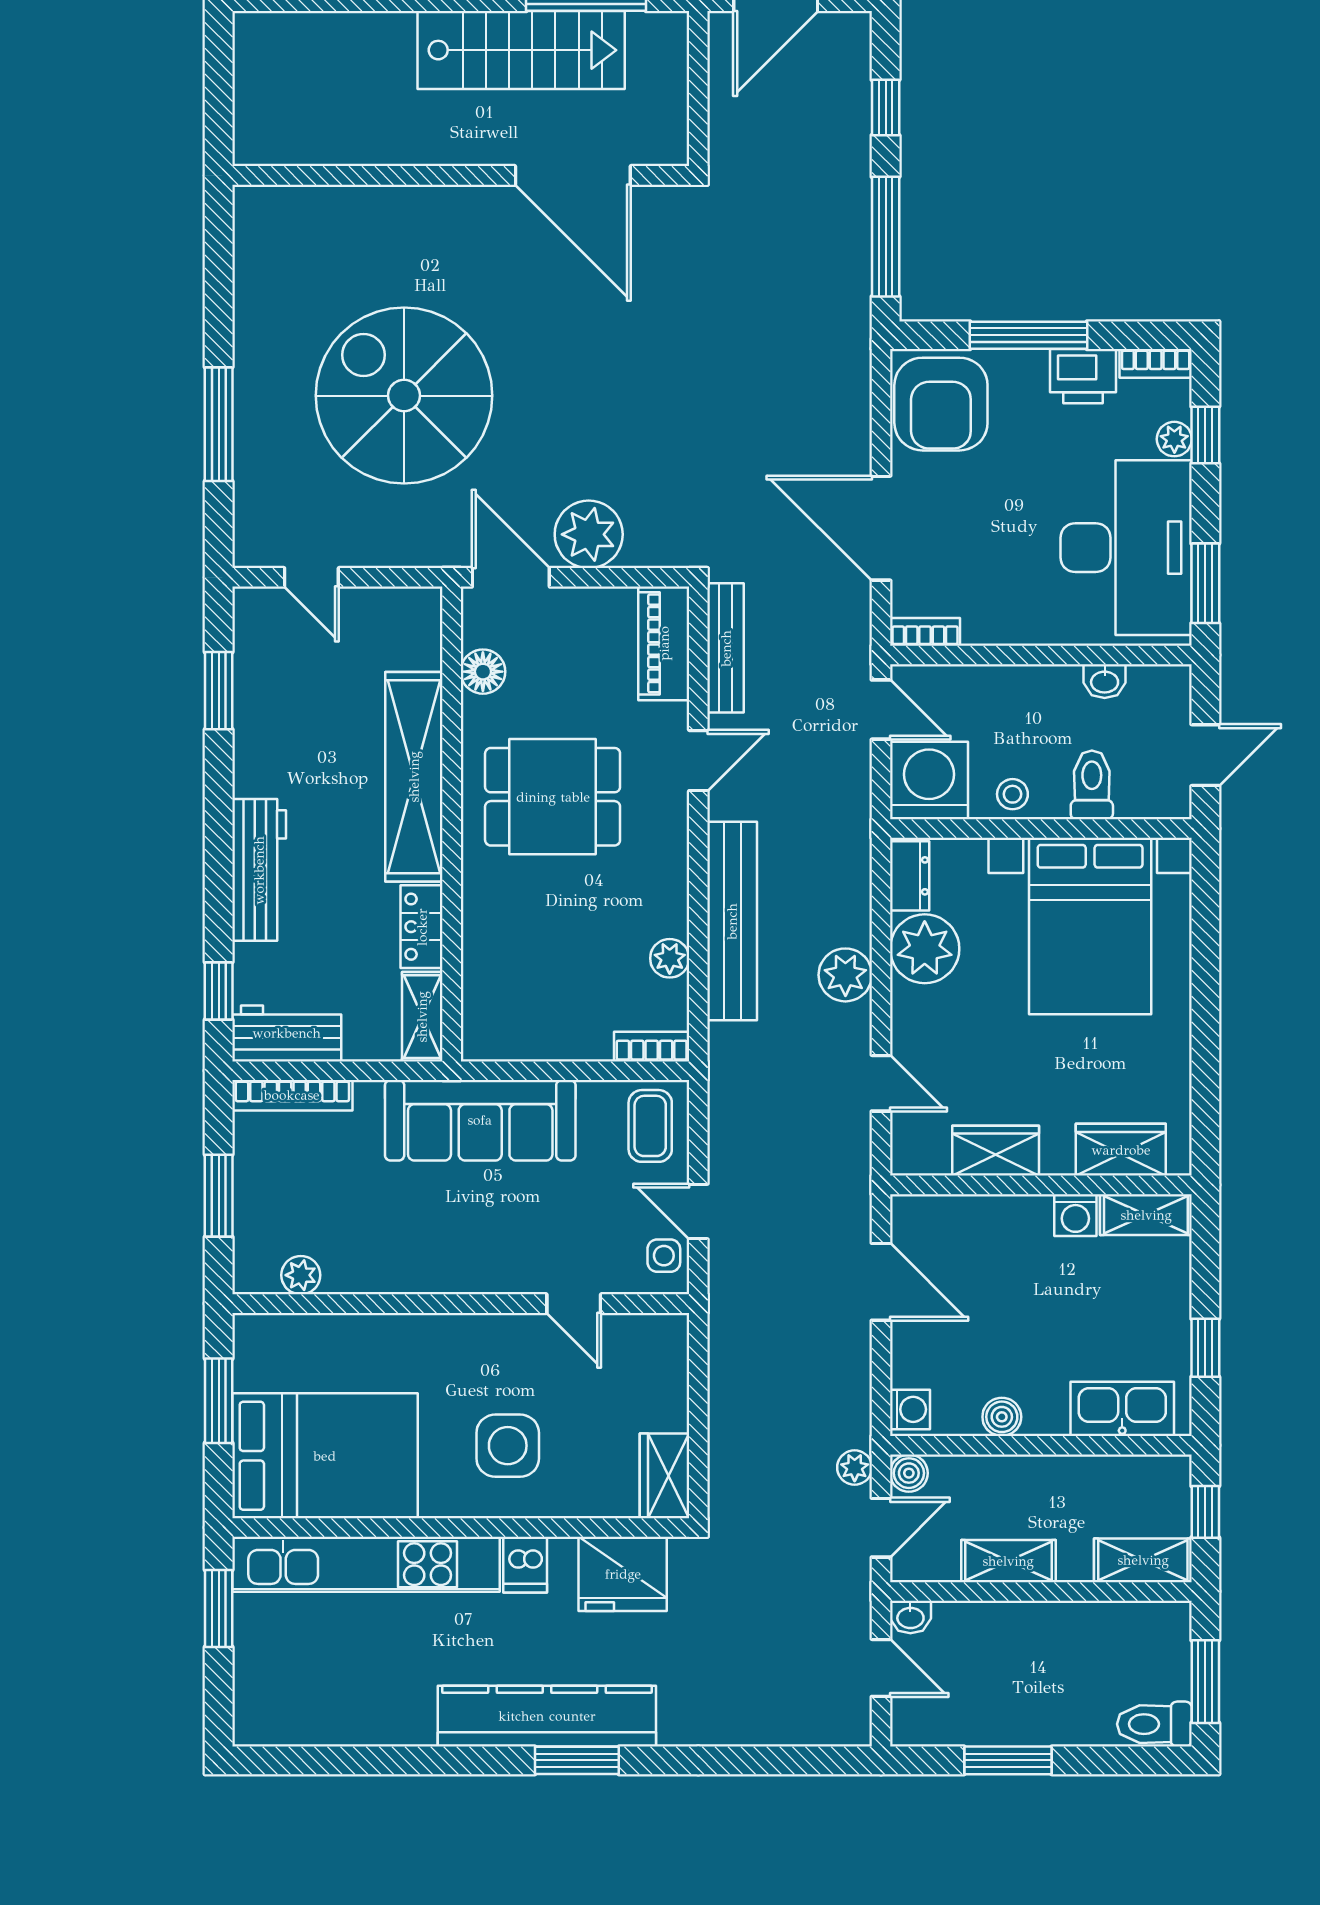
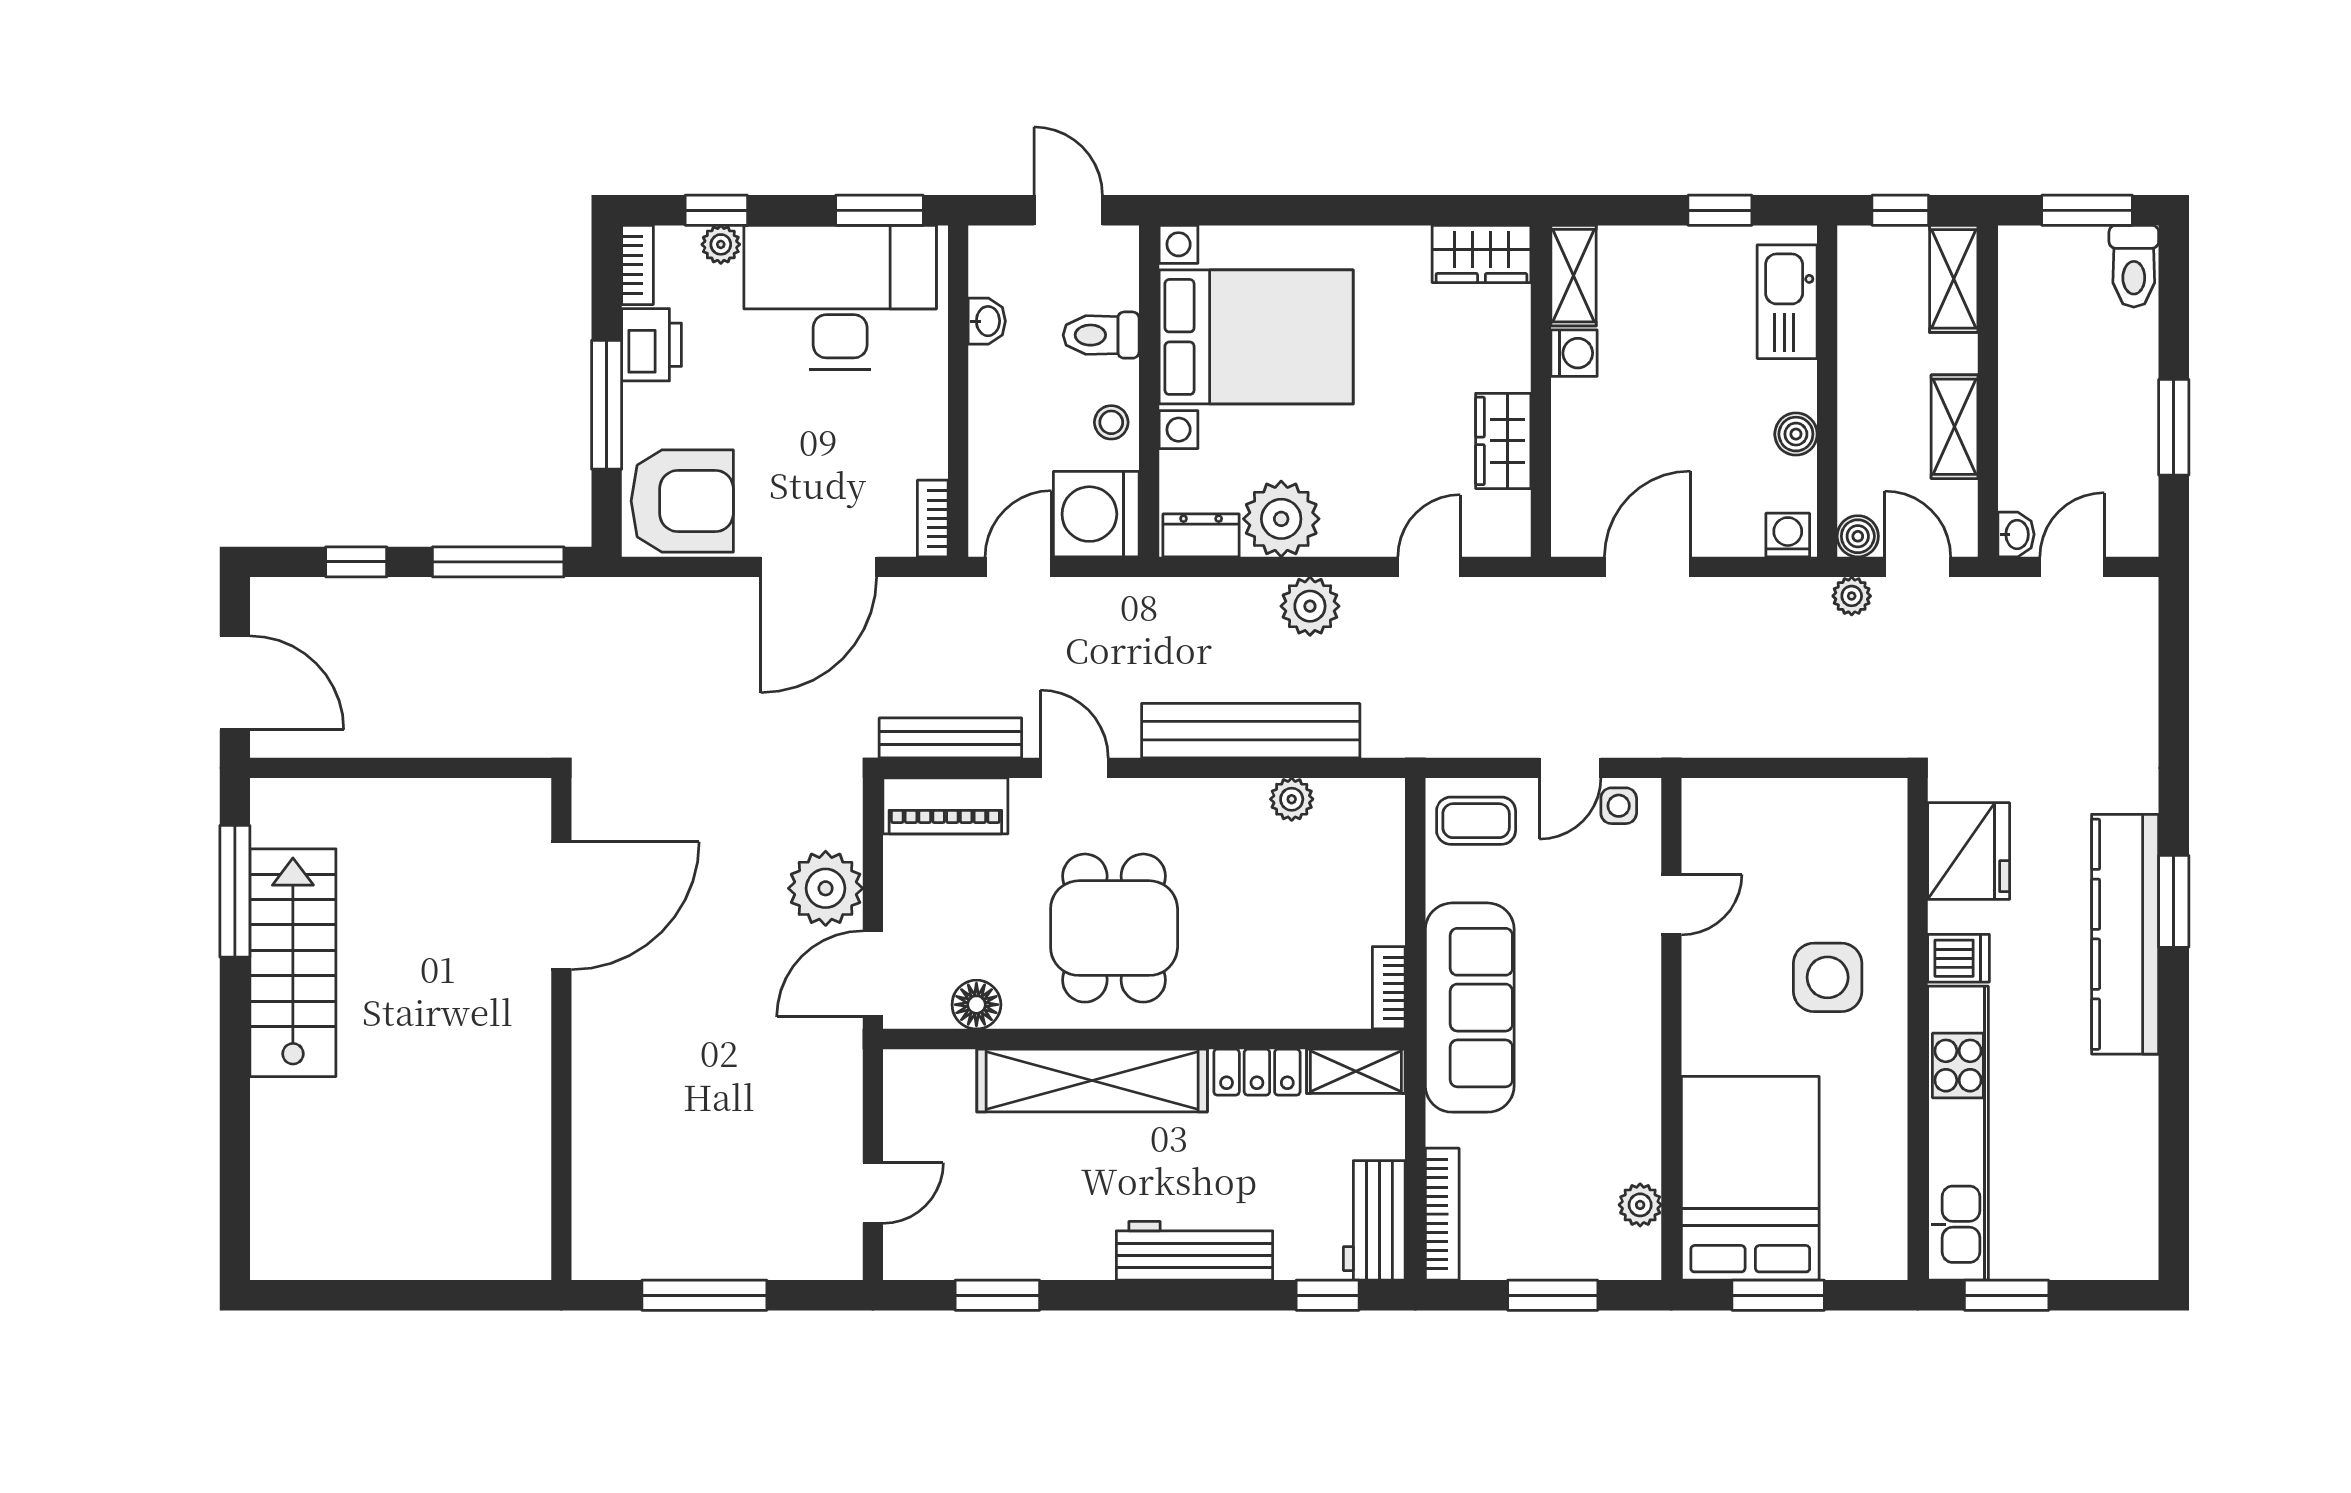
wall: (461, 175) -> (561, 1029), moved
door: (573, 175) -> (561, 906), moved
spiral stairs: (404, 396) -> (673, 1091), removed
bookcase: (652, 1047) -> (1389, 988), moved
wardrobe: (1121, 1150) -> (1481, 254), moved, turned -90
bed: (325, 1456) -> (1750, 1178), moved
wardrobe: (665, 1476) -> (1861, 805), removed

